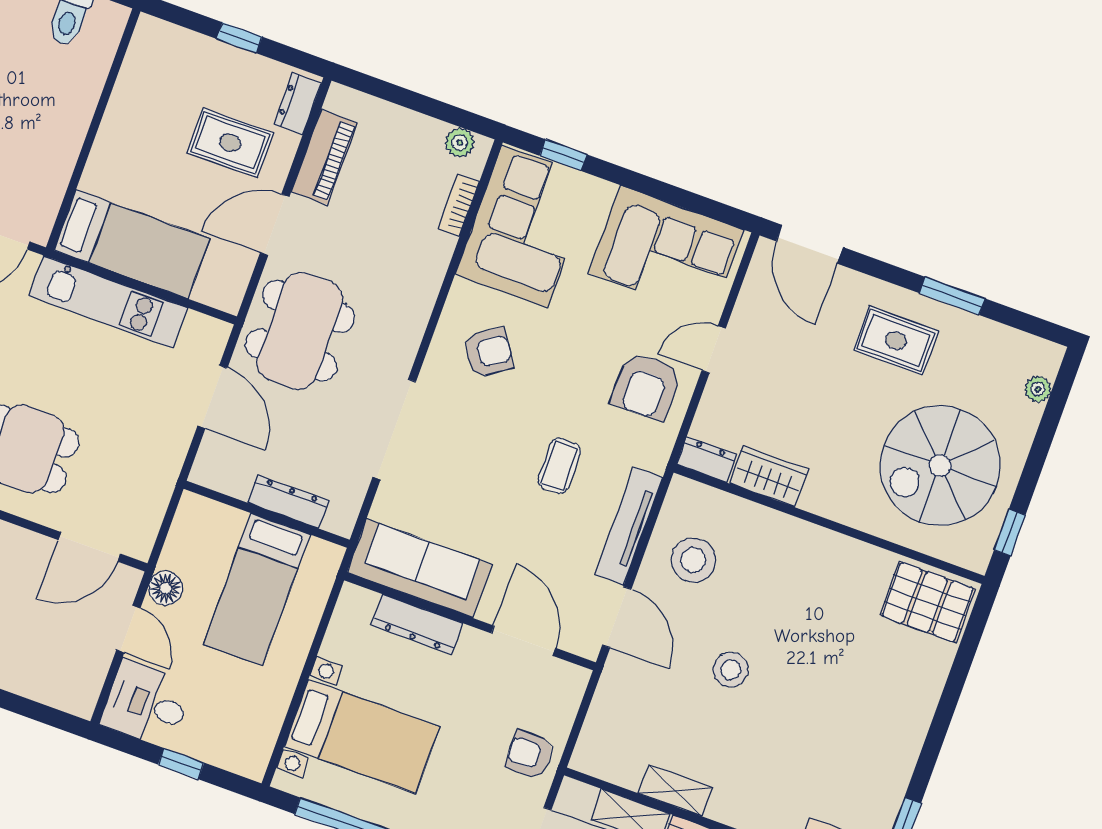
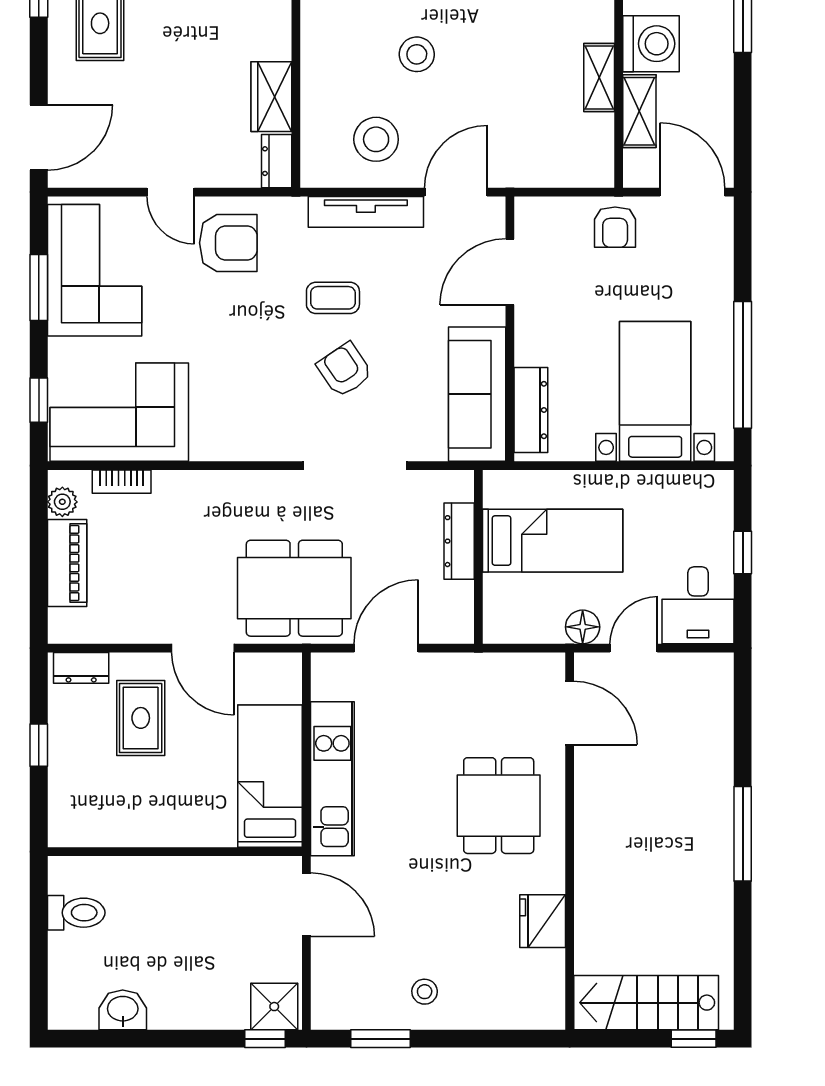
piano: (324, 157) -> (67, 563), moved, turned 90
window: (669, 193) -> (39, 288), added
armchair: (488, 352) -> (345, 370), moved
dresser: (417, 624) -> (531, 410), moved
stool: (731, 670) -> (417, 54), moved

